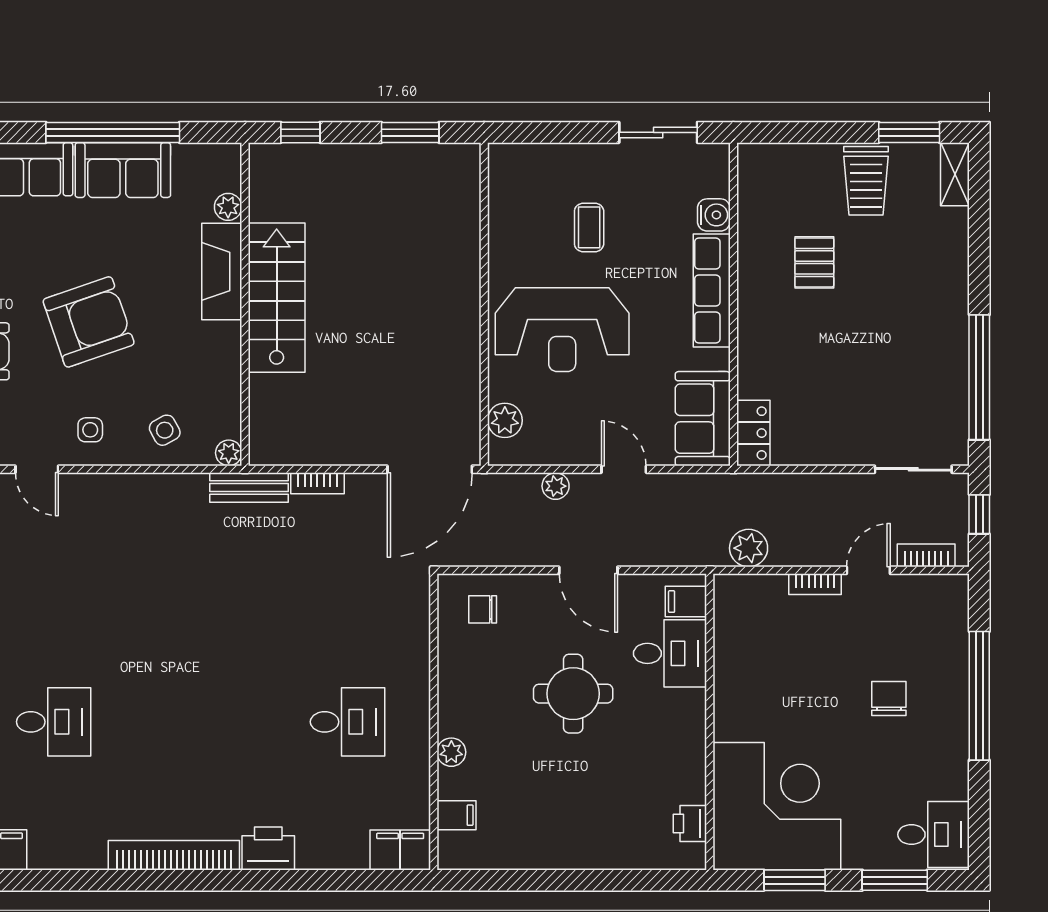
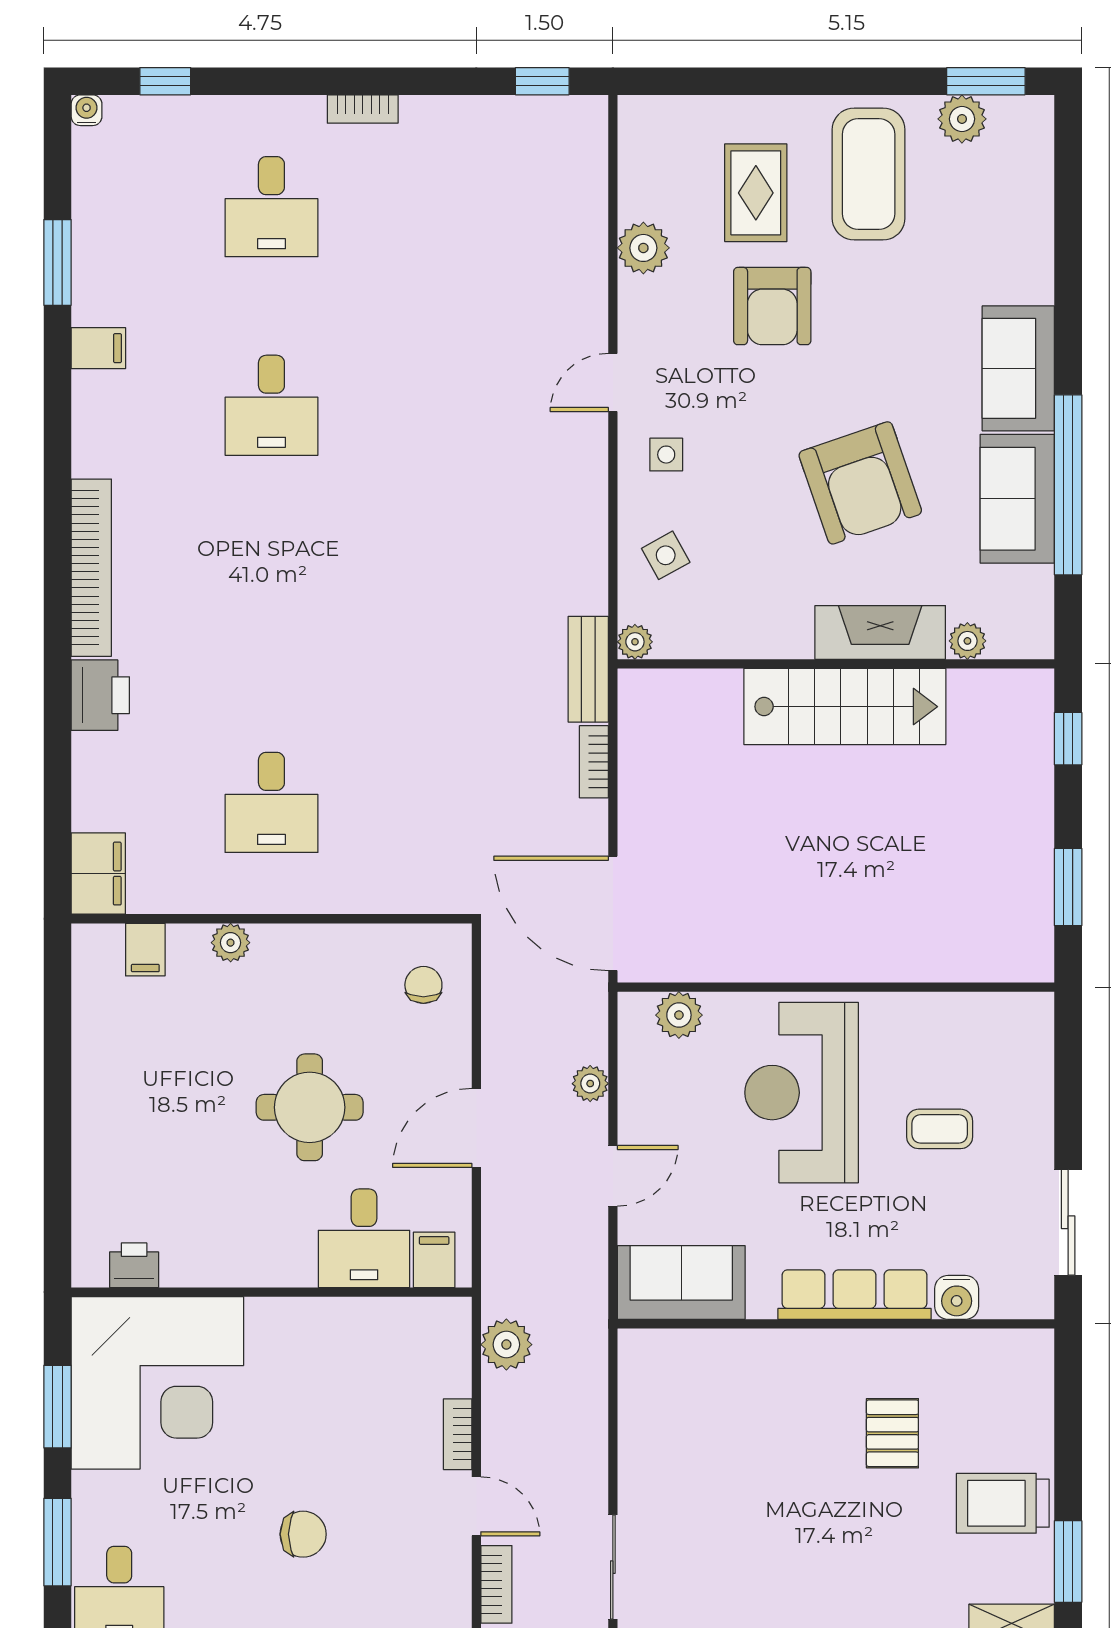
pallet: (814, 262) -> (892, 1433), turned 90
armchair: (89, 322) -> (860, 483), moved
locker: (753, 433) -> (662, 1351), removed

